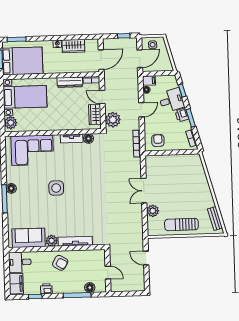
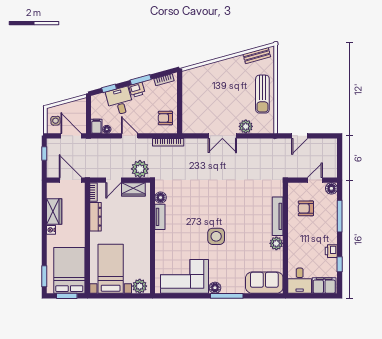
corner sofa: (32, 150) -> (184, 276), moved, turned -90
sofa: (29, 238) -> (264, 283), moved, turned 90
armchair: (60, 263) -> (306, 208), moved, turned -120
floor lamp: (90, 288) -> (331, 188), moved

